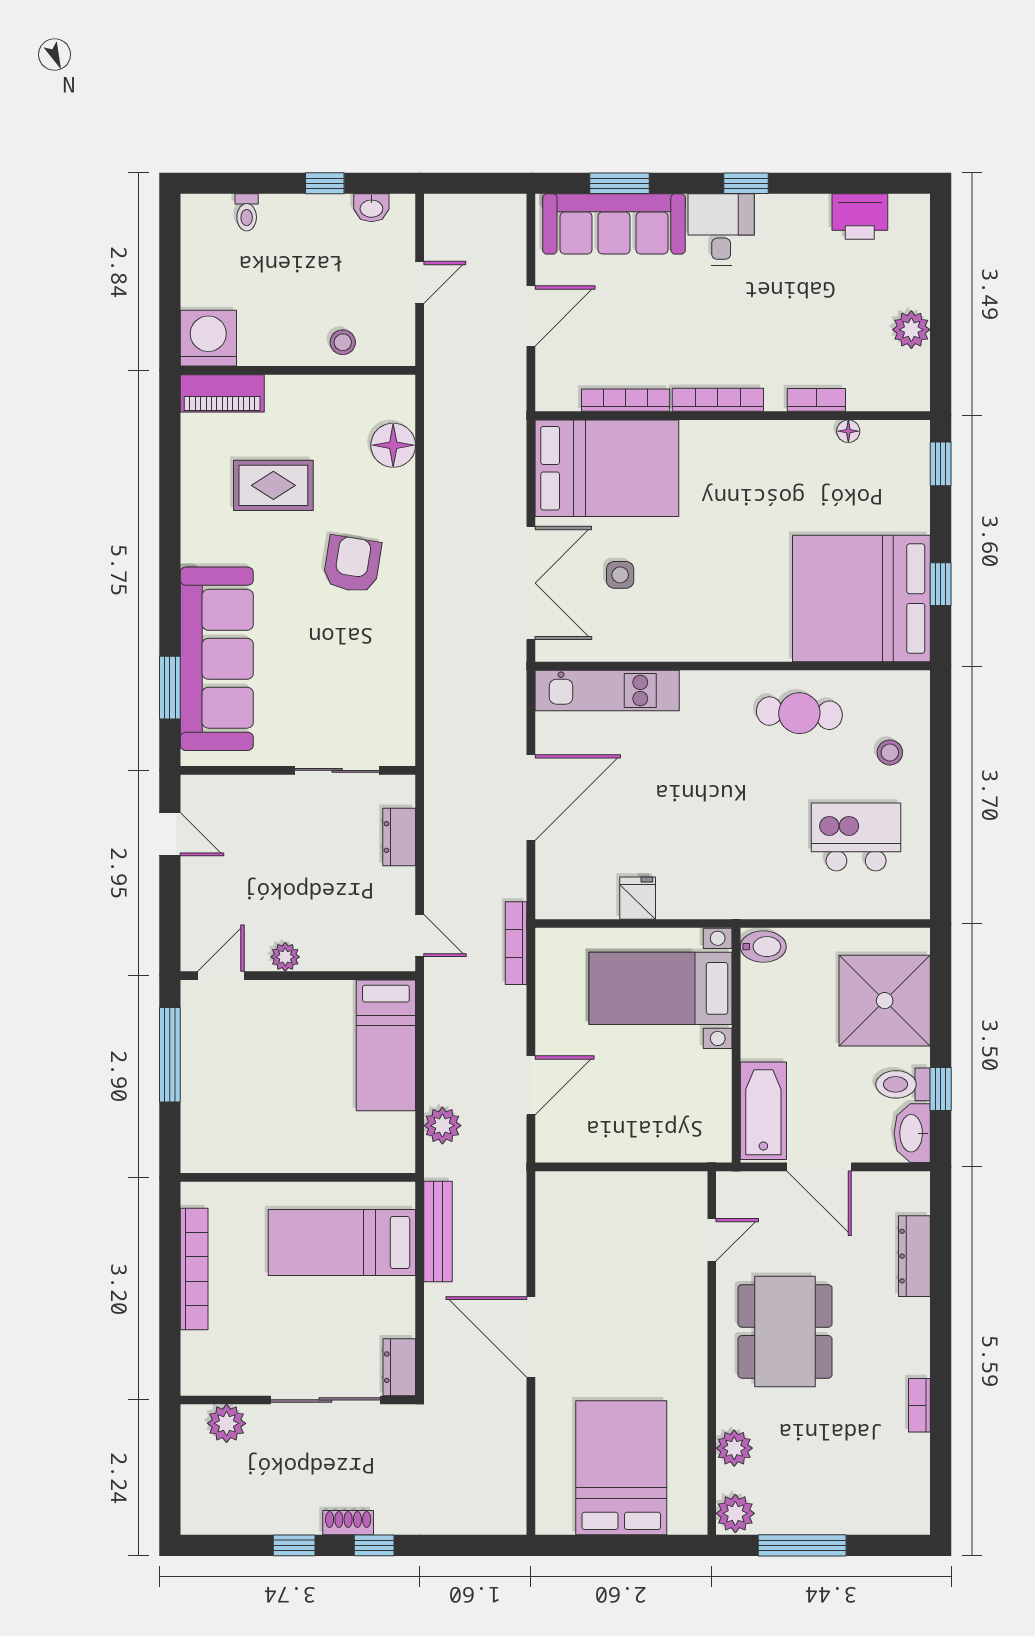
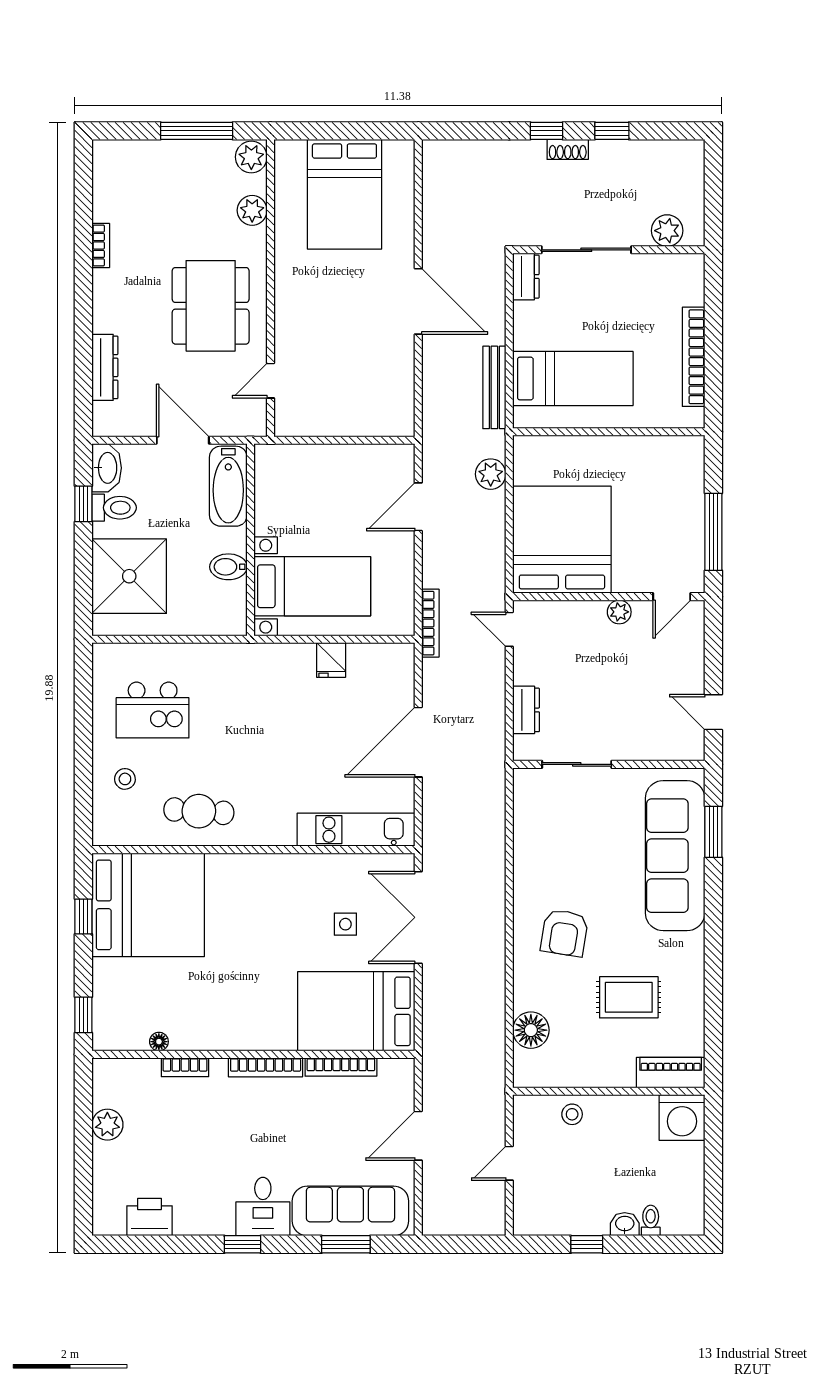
washbasin: (371, 208) -> (625, 1224), moved
bidet: (763, 947) -> (228, 567), moved
bed: (386, 1045) -> (562, 540), width x2.04

